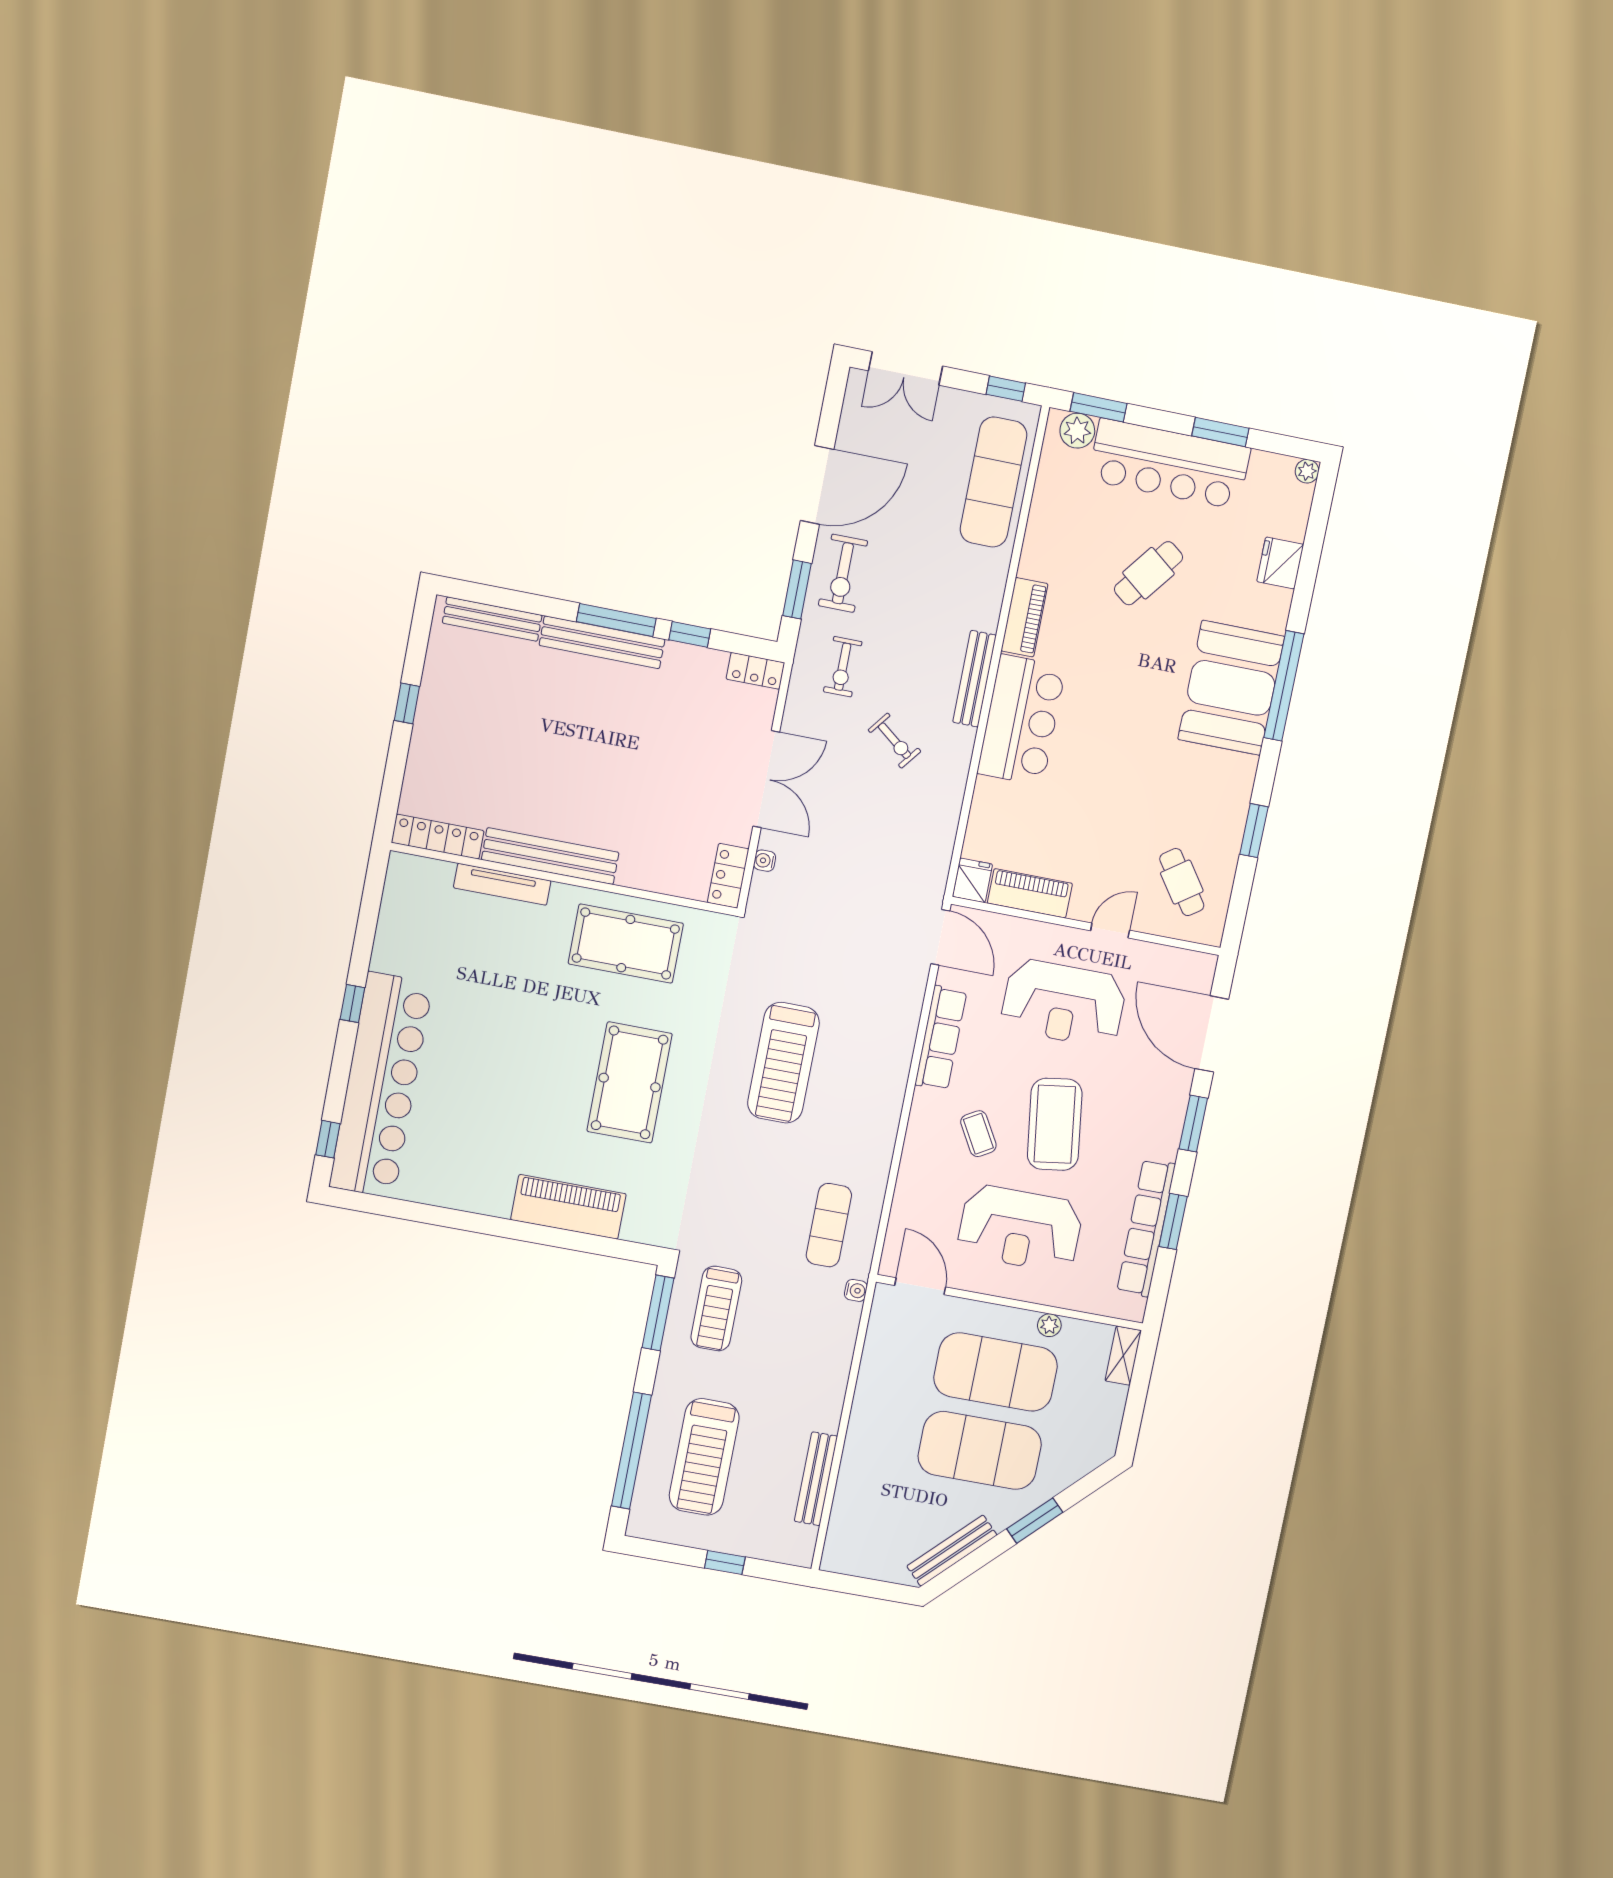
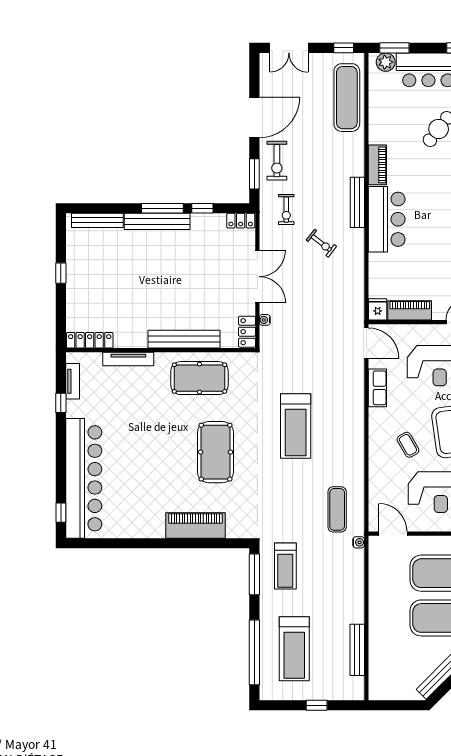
bench: (550, 856) -> (184, 339), moved
tv unit: (393, 906) -> (73, 381), added
window: (352, 1004) -> (61, 403), moved
row of seats: (941, 1038) -> (377, 388), width x0.68

